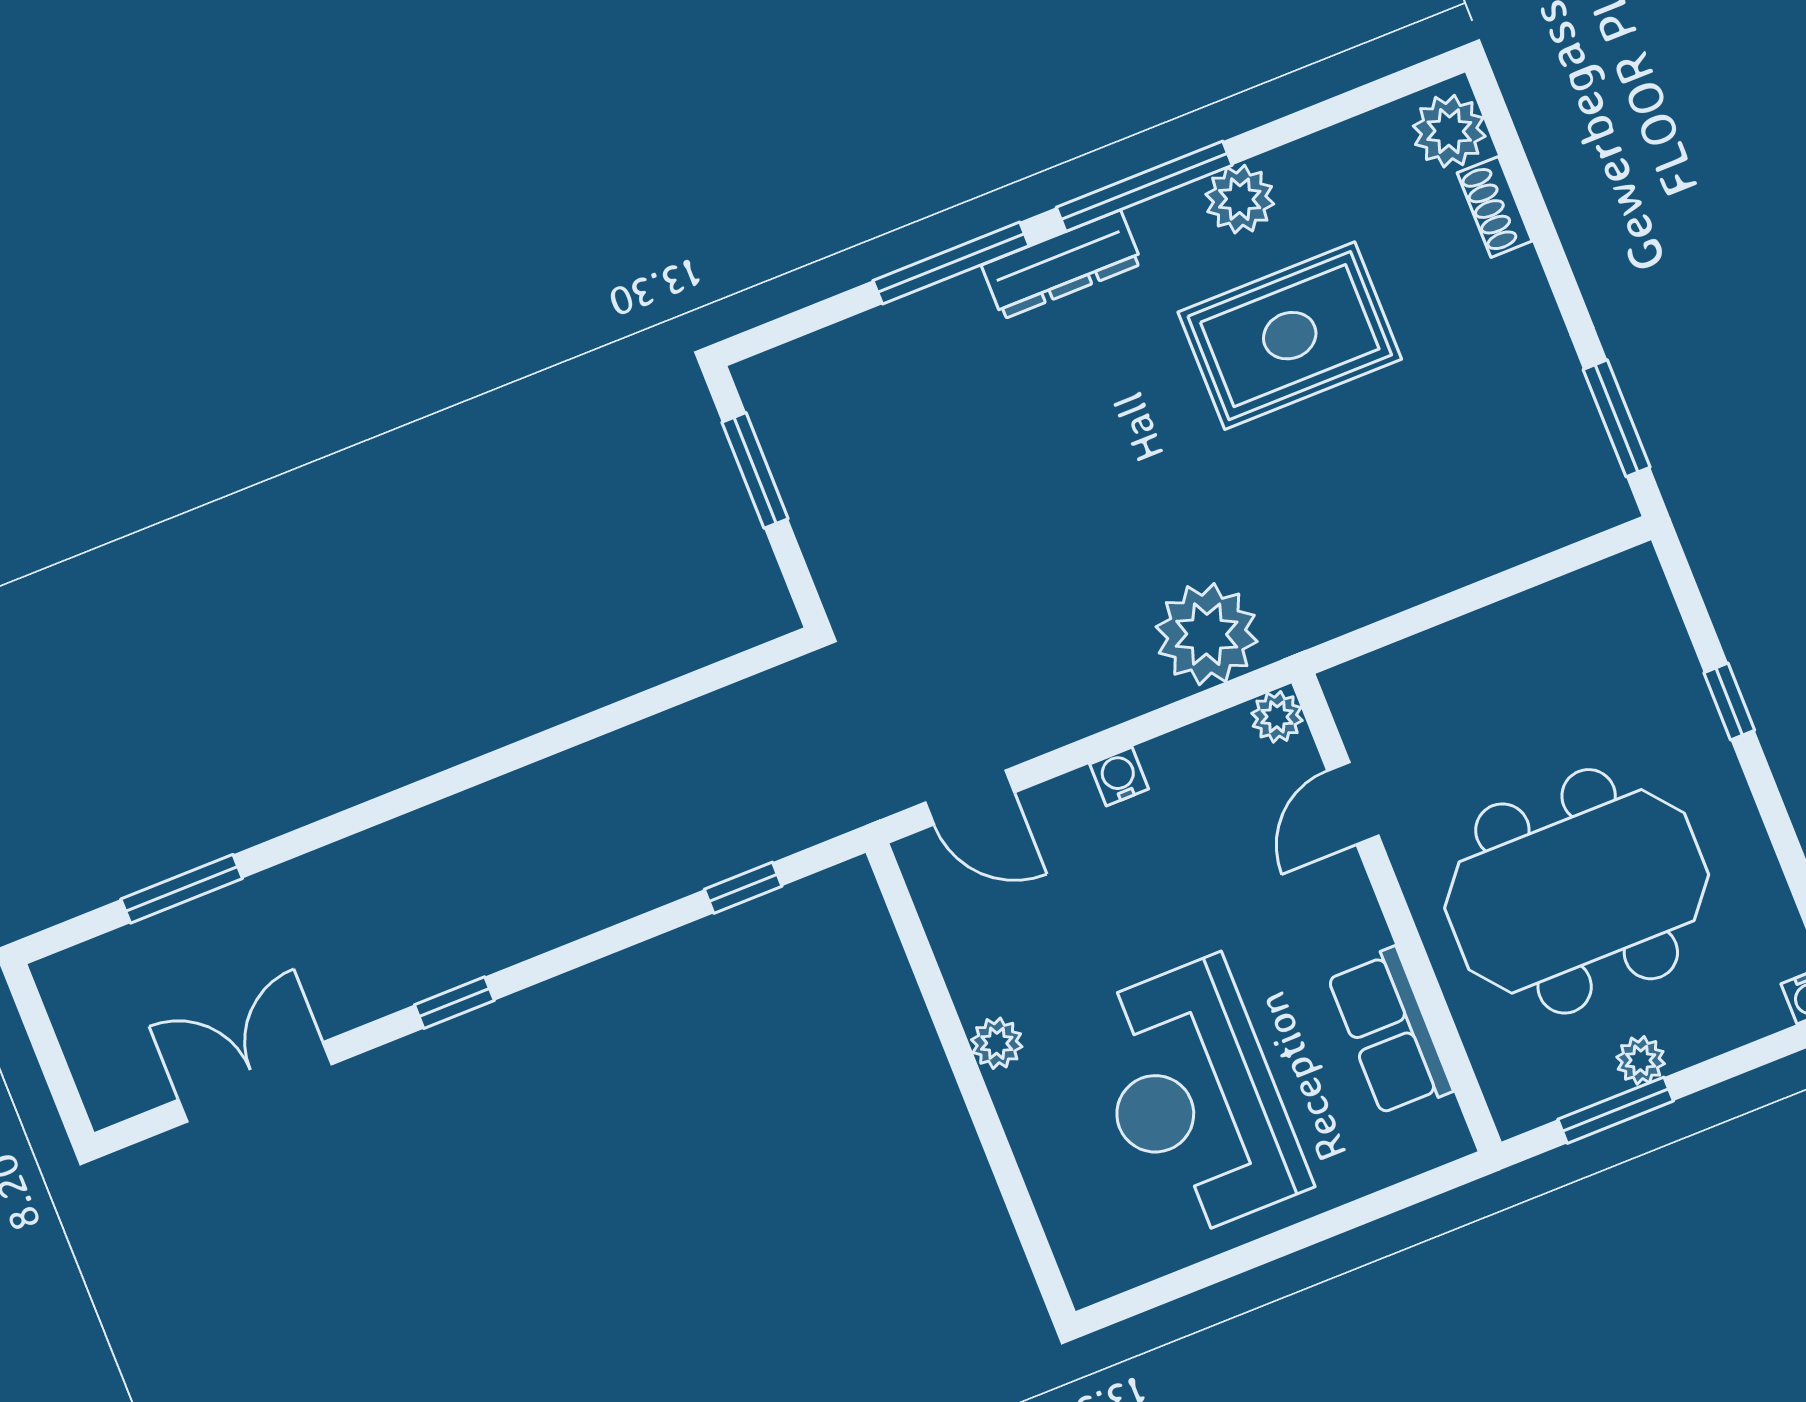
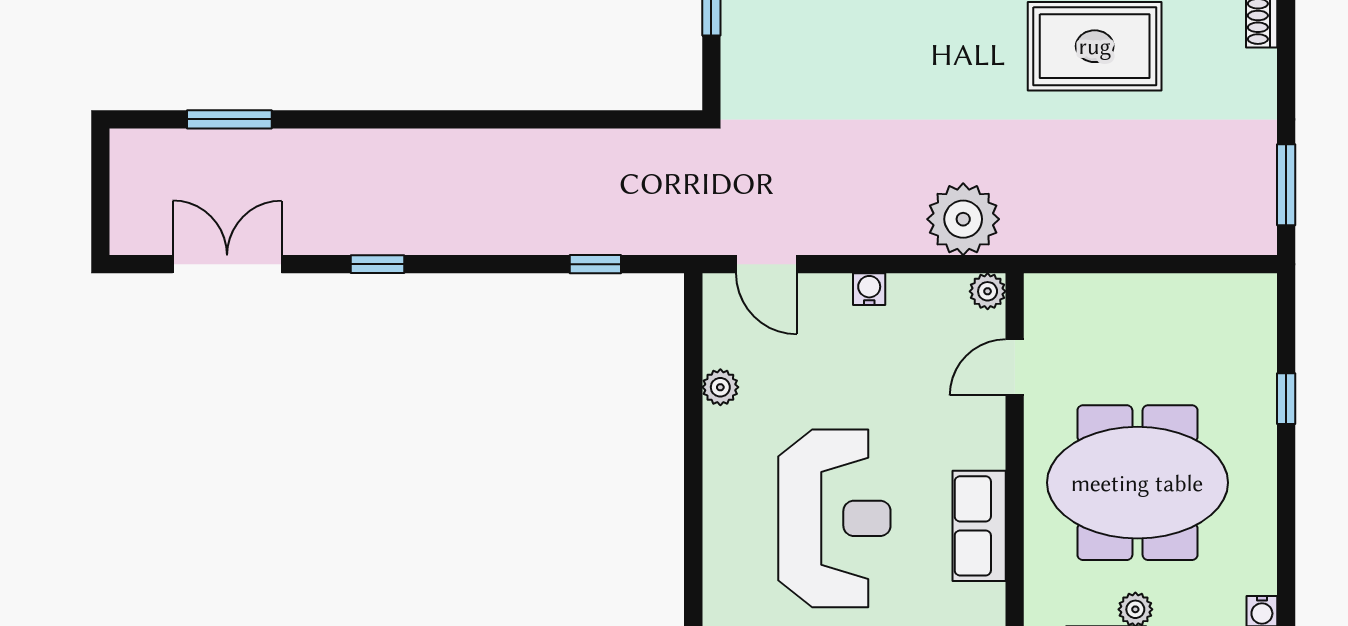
plant: (997, 1043) -> (720, 387), moved
reception desk: (1194, 1098) -> (834, 518), turned 180

